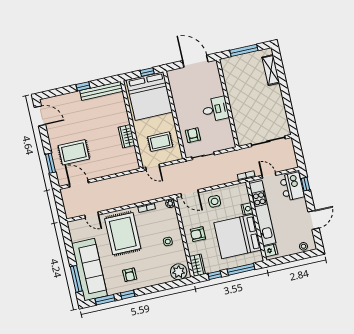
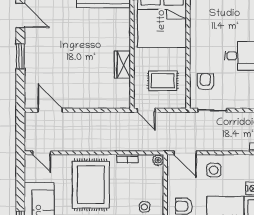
rug: (74, 152) -> (52, 70), removed
window: (50, 163) -> (20, 56), moved
door: (92, 215) -> (42, 153), moved

